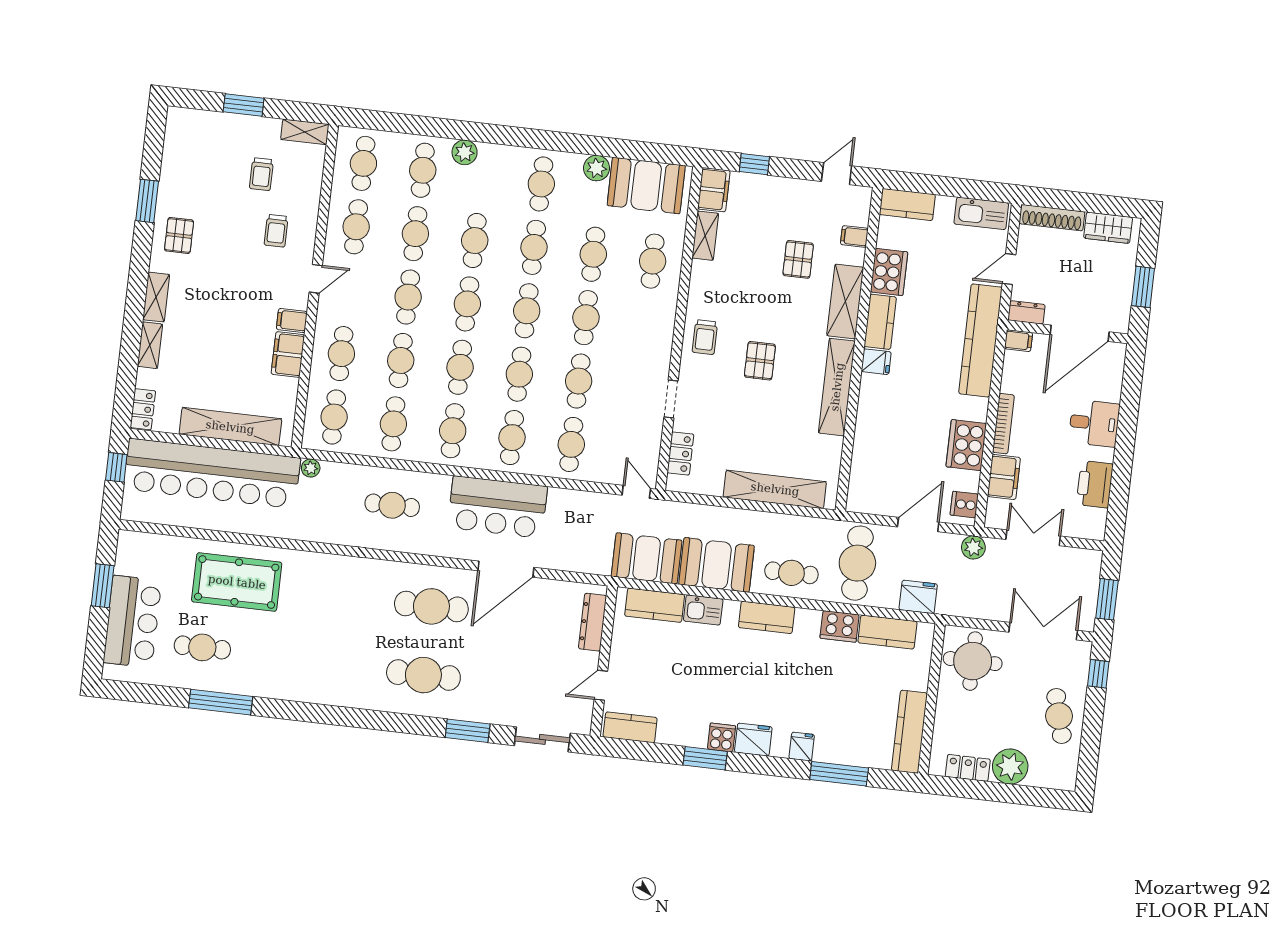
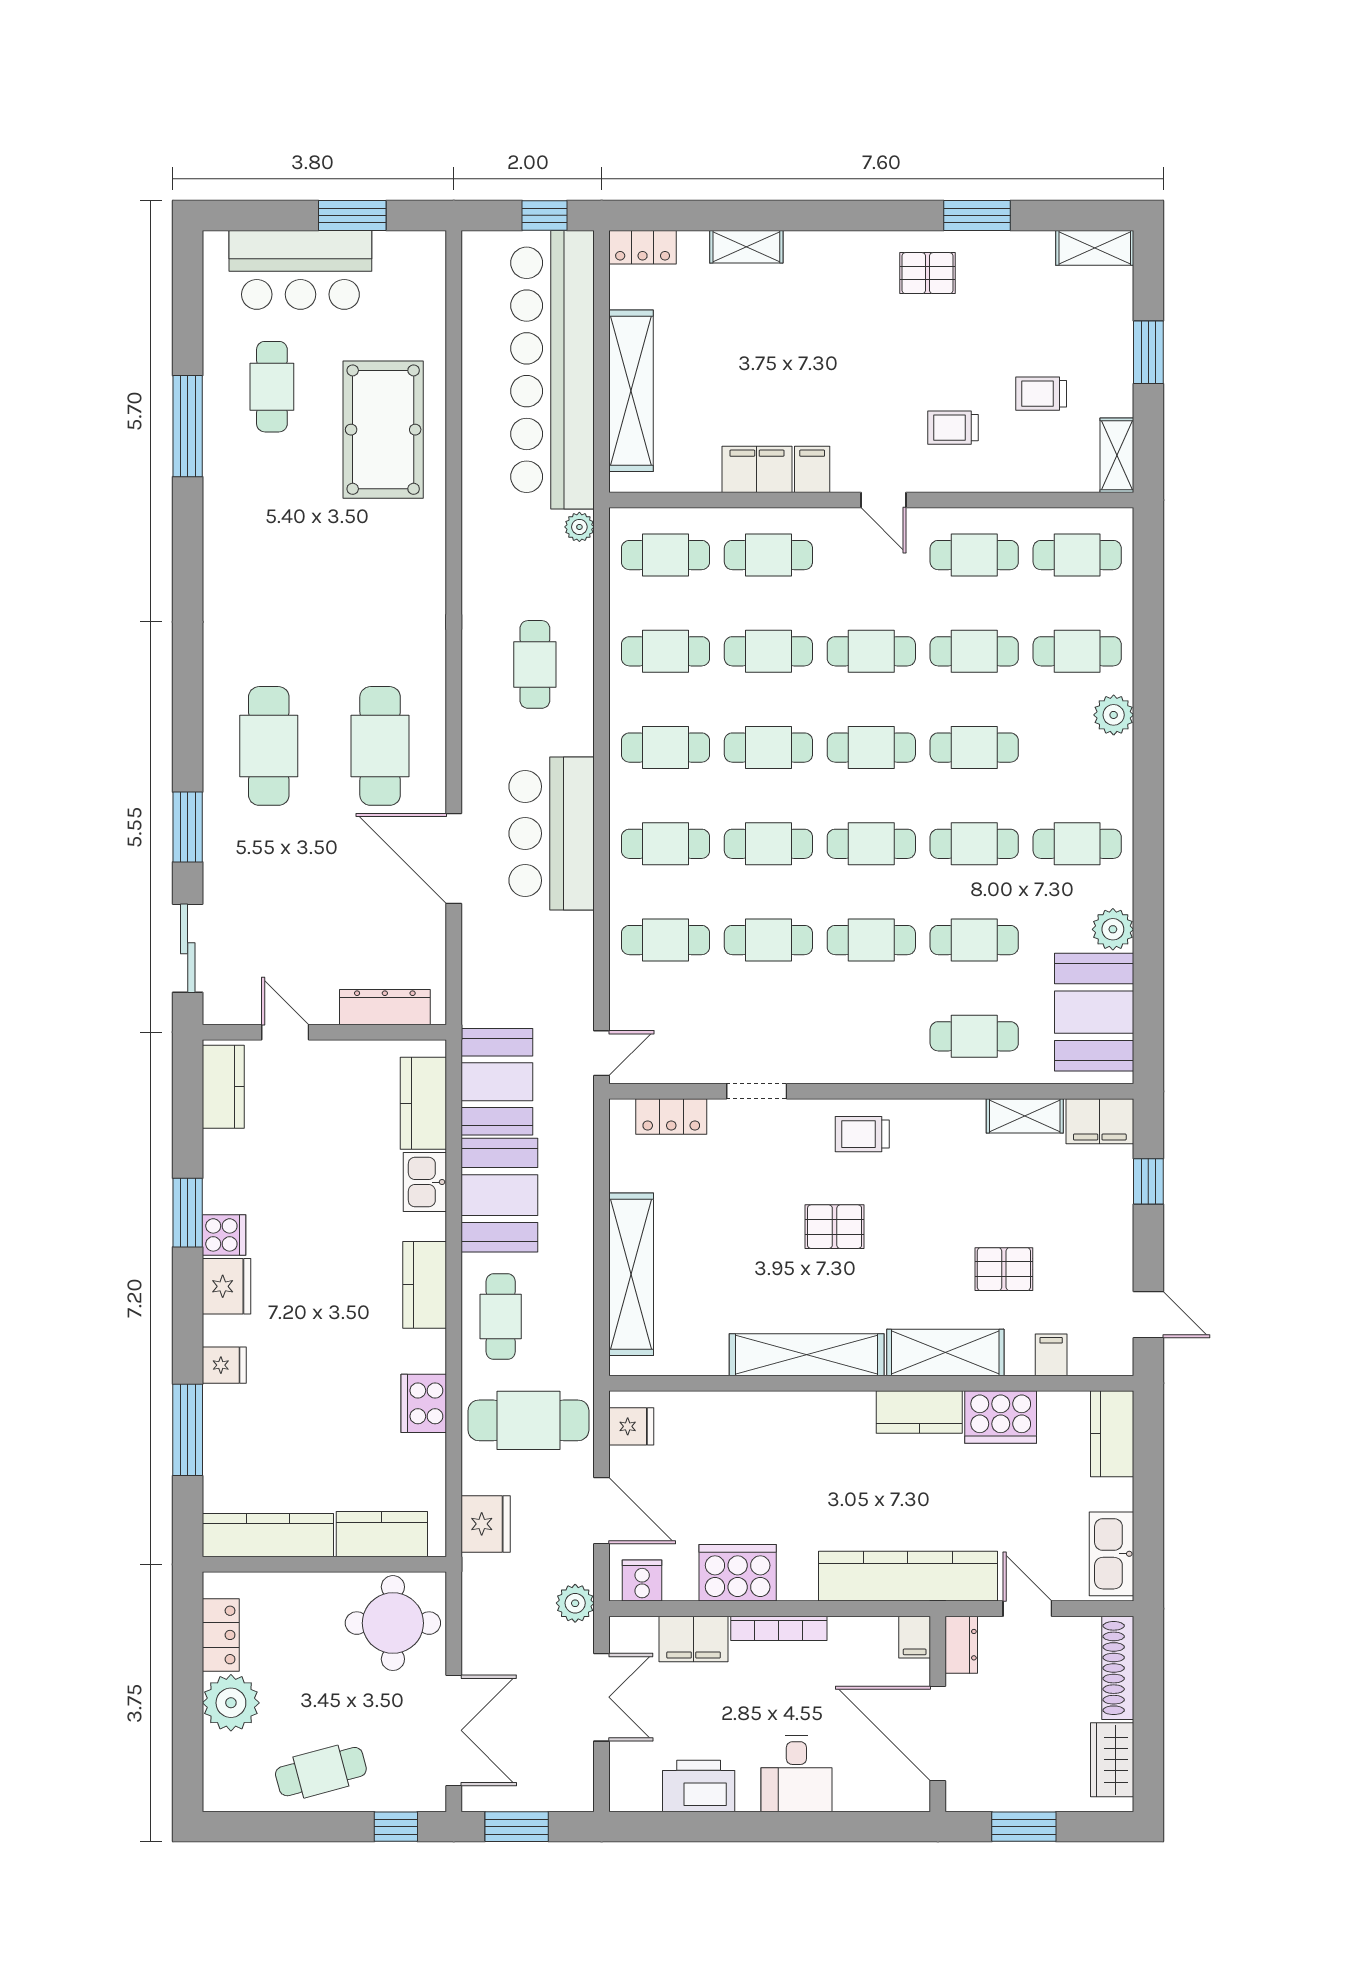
shelving: (156, 297) -> (1095, 248), moved
fridge: (876, 362) -> (631, 1426), moved, turned -90
kitchen counter: (887, 632) -> (382, 1534), moved, turned 90

